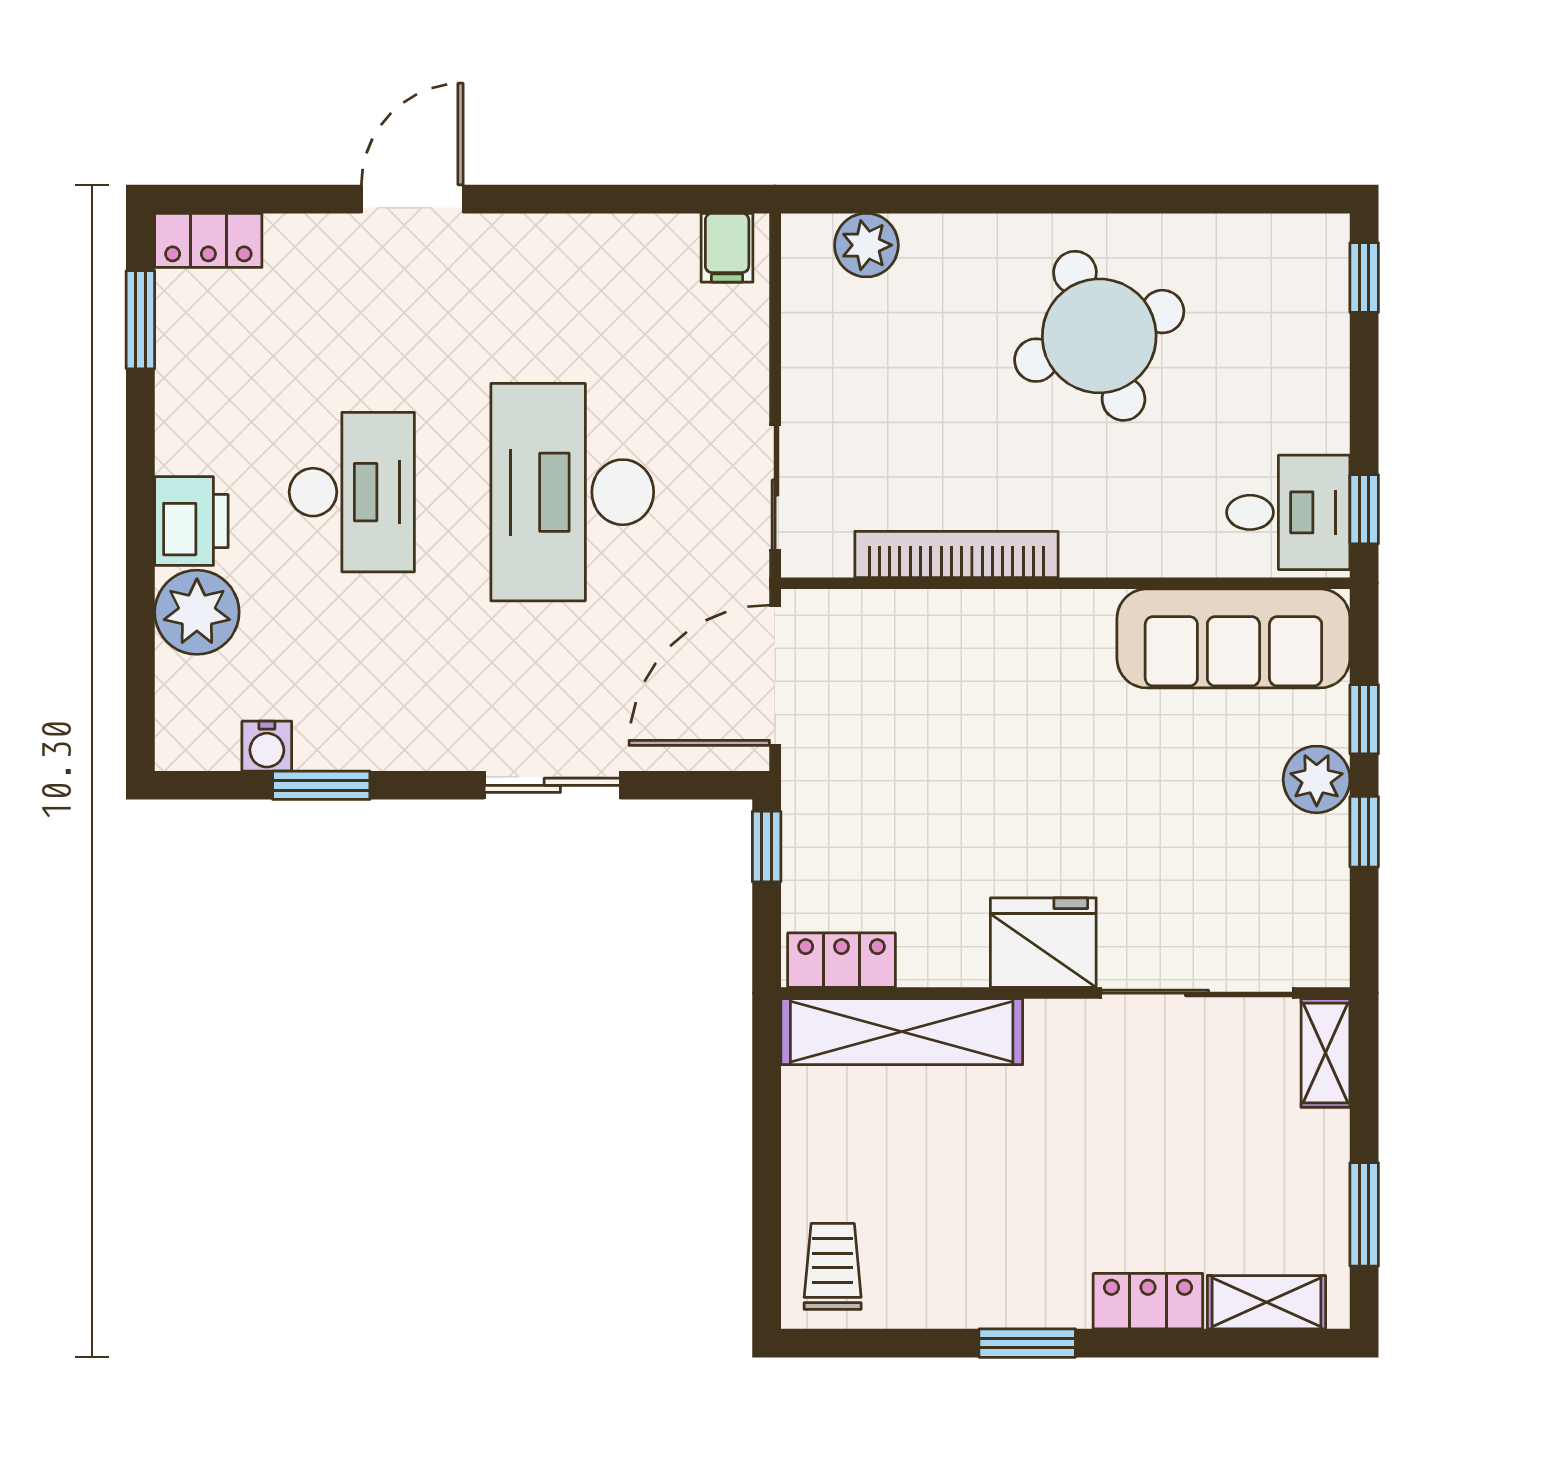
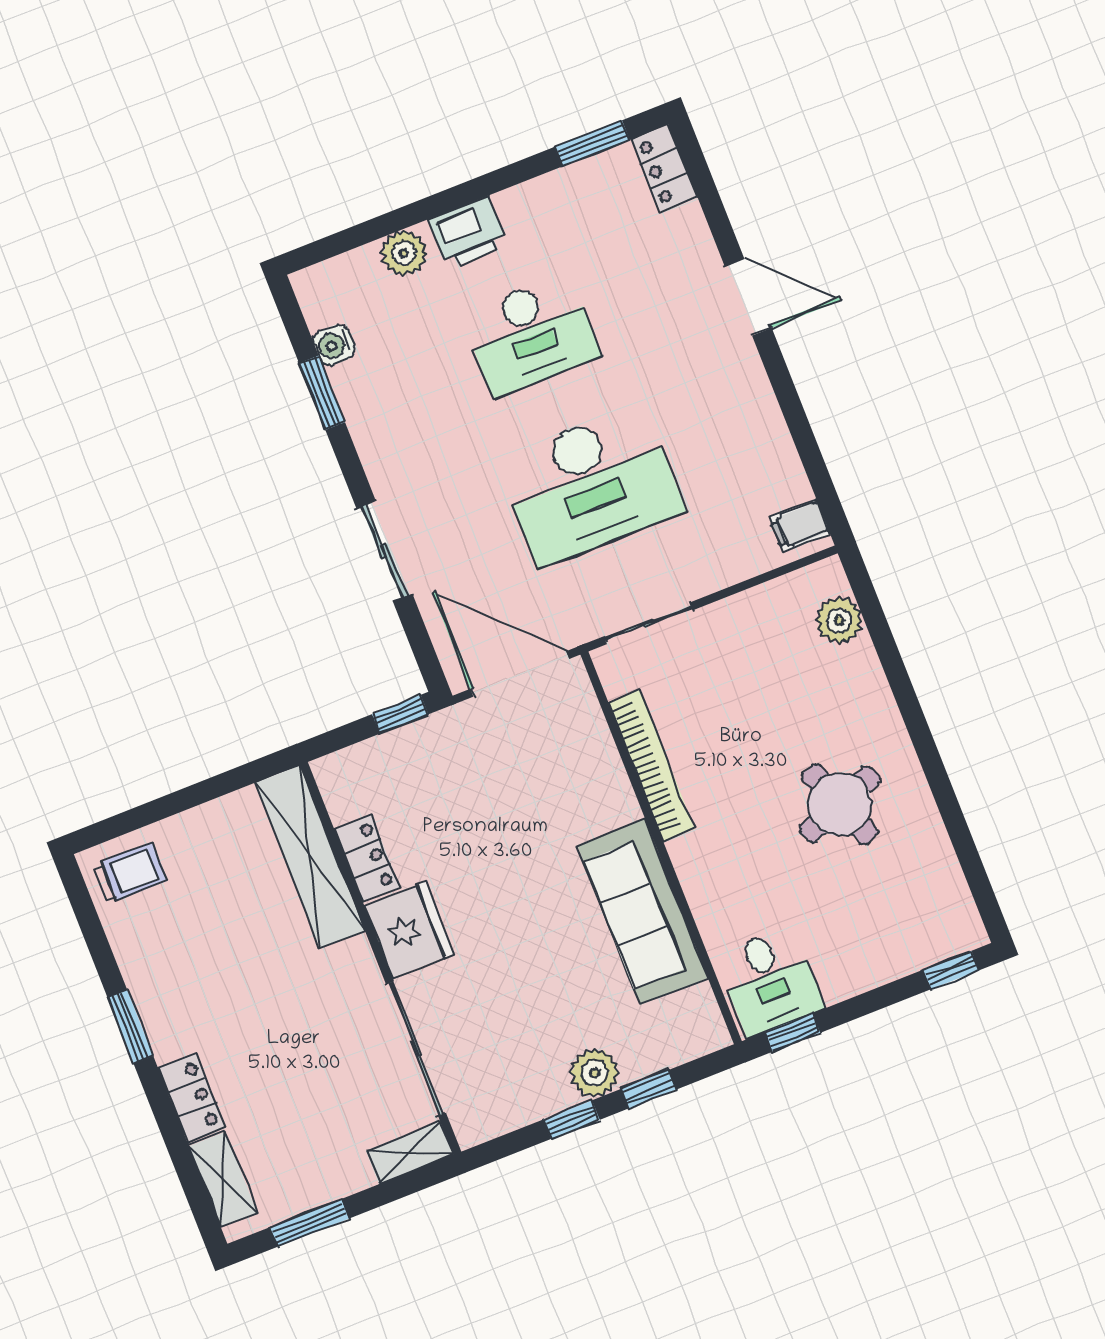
round table: (1099, 336) -> (840, 804), width x0.73, depth x0.73
desk: (572, 492) -> (591, 486), turned 180
plant: (197, 612) -> (404, 253), width x0.73, depth x0.73
sofa: (1233, 638) -> (643, 912), moved
locker: (841, 960) -> (367, 858), moved

